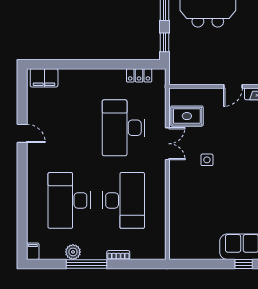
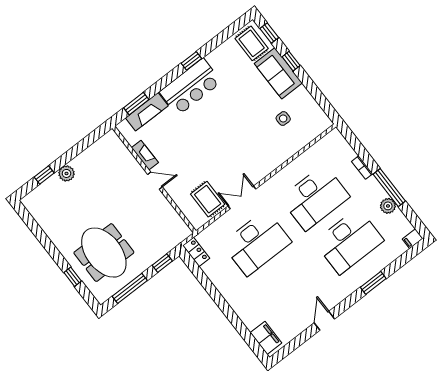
locker: (139, 75) -> (196, 252), moved
side table: (207, 160) -> (283, 118), moved
window: (22, 194) -> (373, 283), added
desk: (123, 200) -> (315, 197), turned 180

